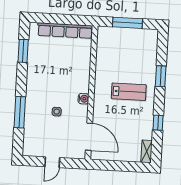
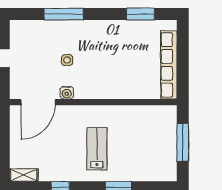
lab bench: (129, 92) -> (97, 149), turned 180
water cooler: (83, 99) -> (67, 93), moved

